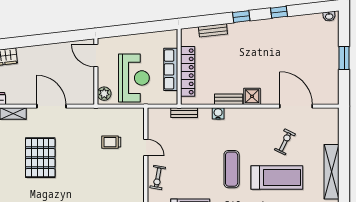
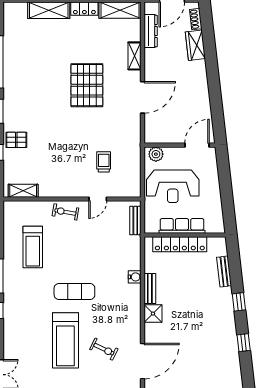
bench: (184, 113) -> (135, 220), moved
pallet: (40, 158) -> (87, 85), turned 90

